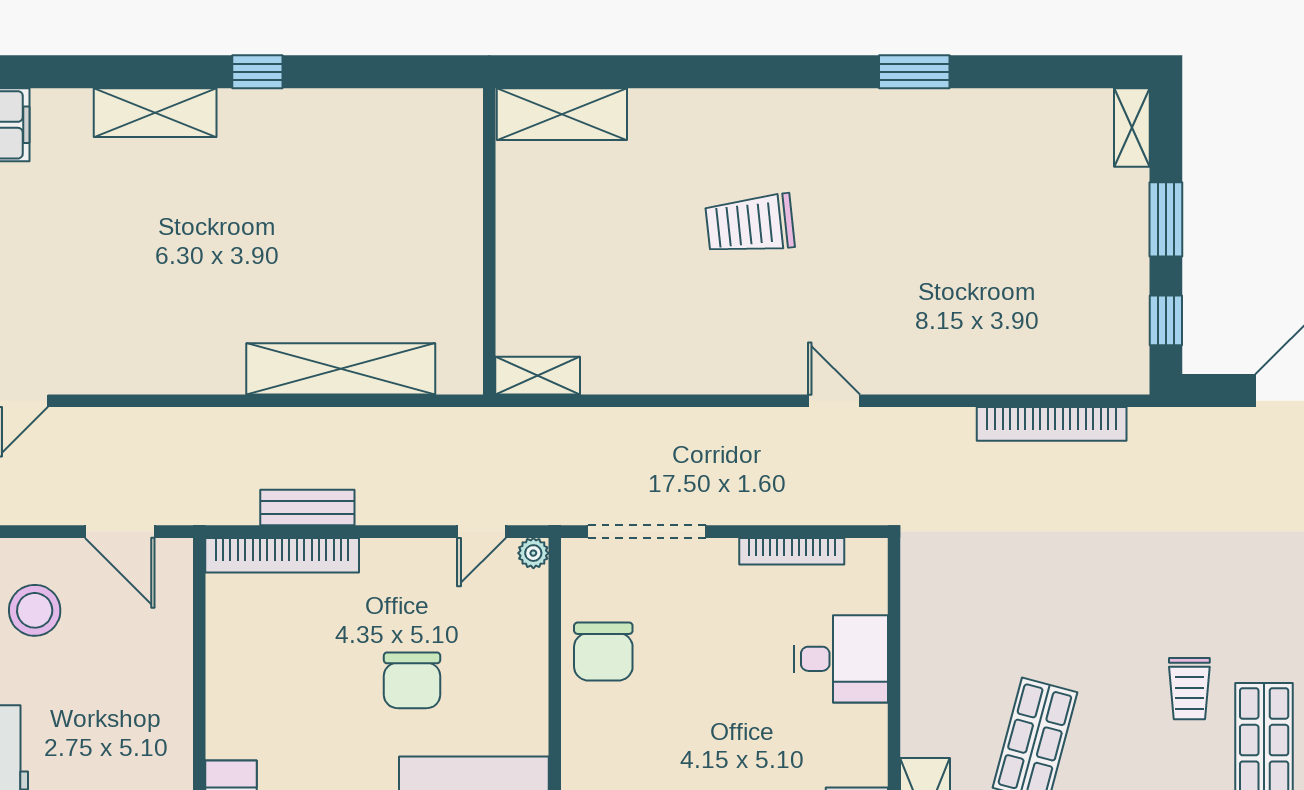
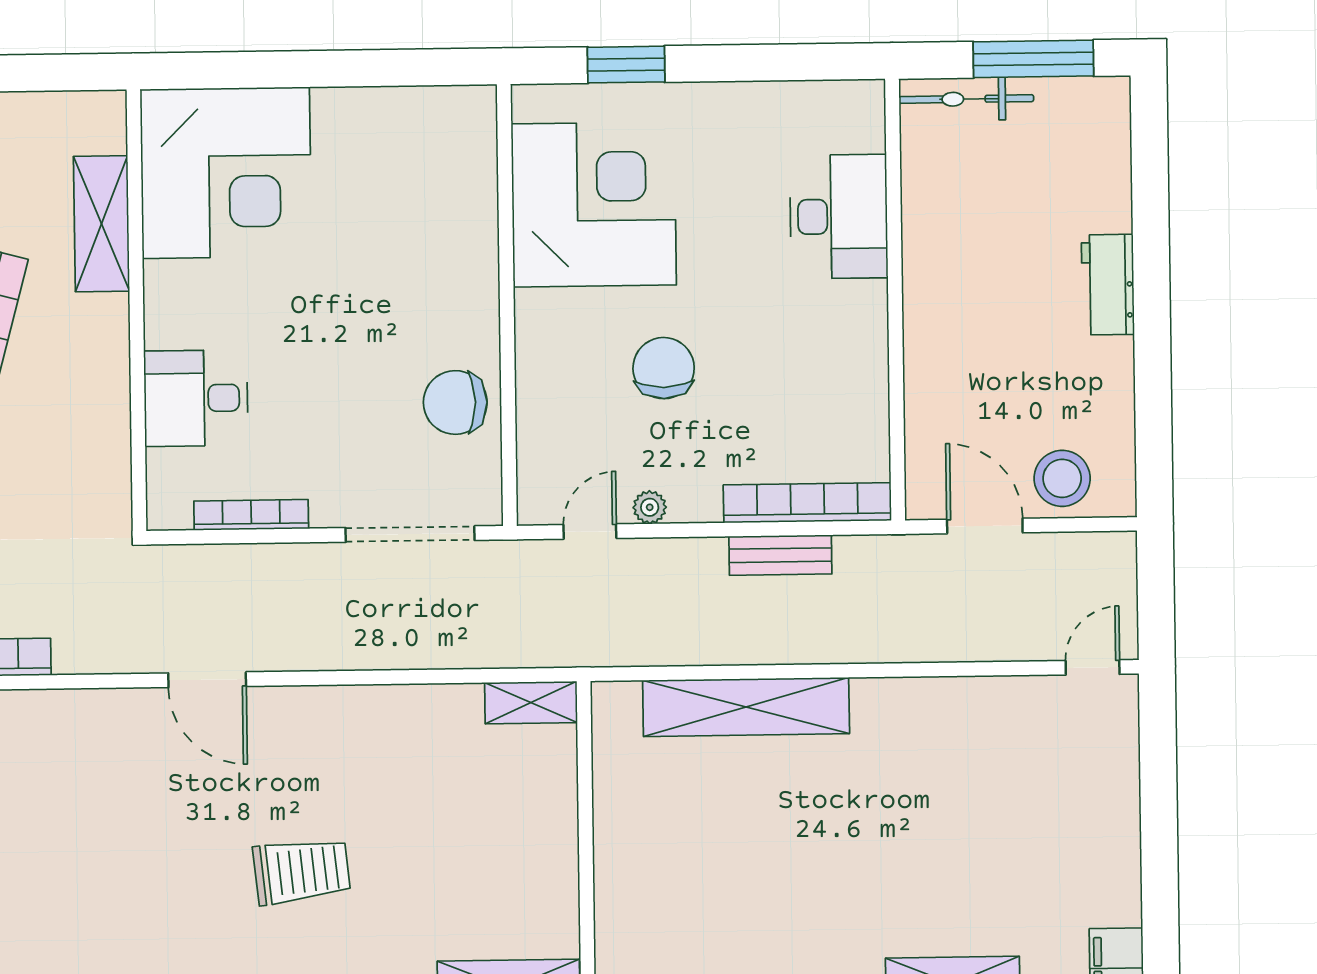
door: (834, 401) -> (207, 680), width x1.38
plant: (533, 553) -> (650, 507), moved
stool: (35, 610) -> (1062, 478), moved
chair: (603, 652) -> (455, 402), turned -90

